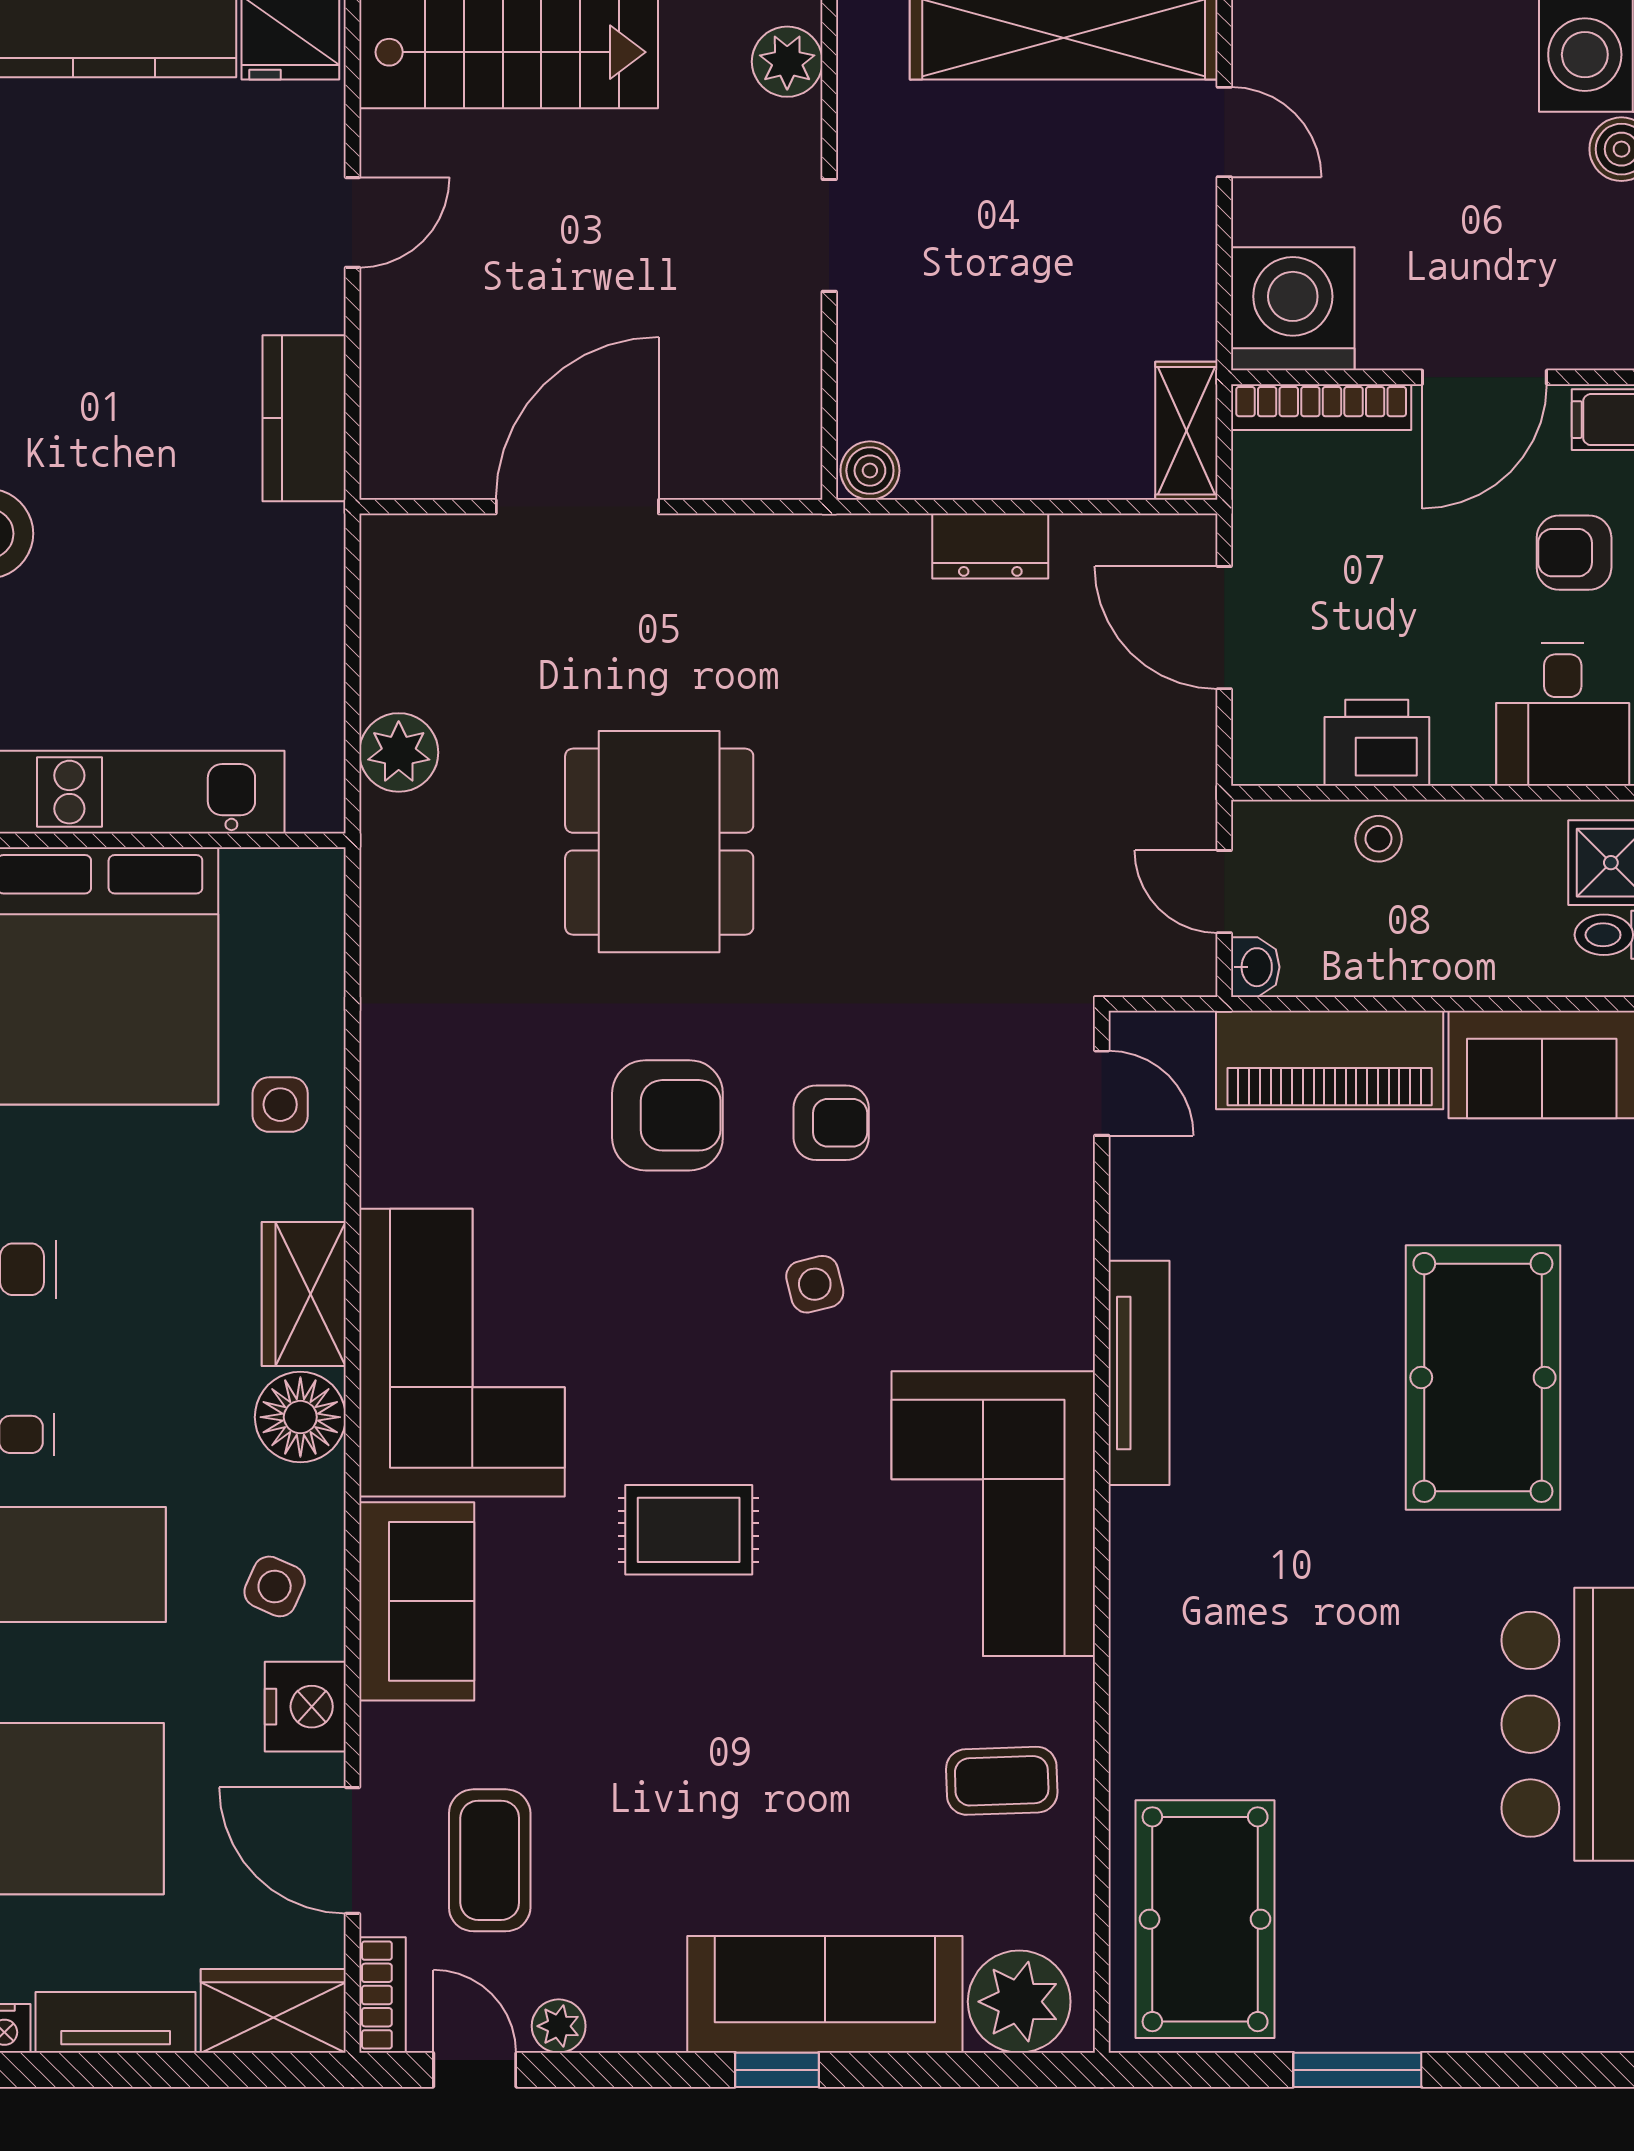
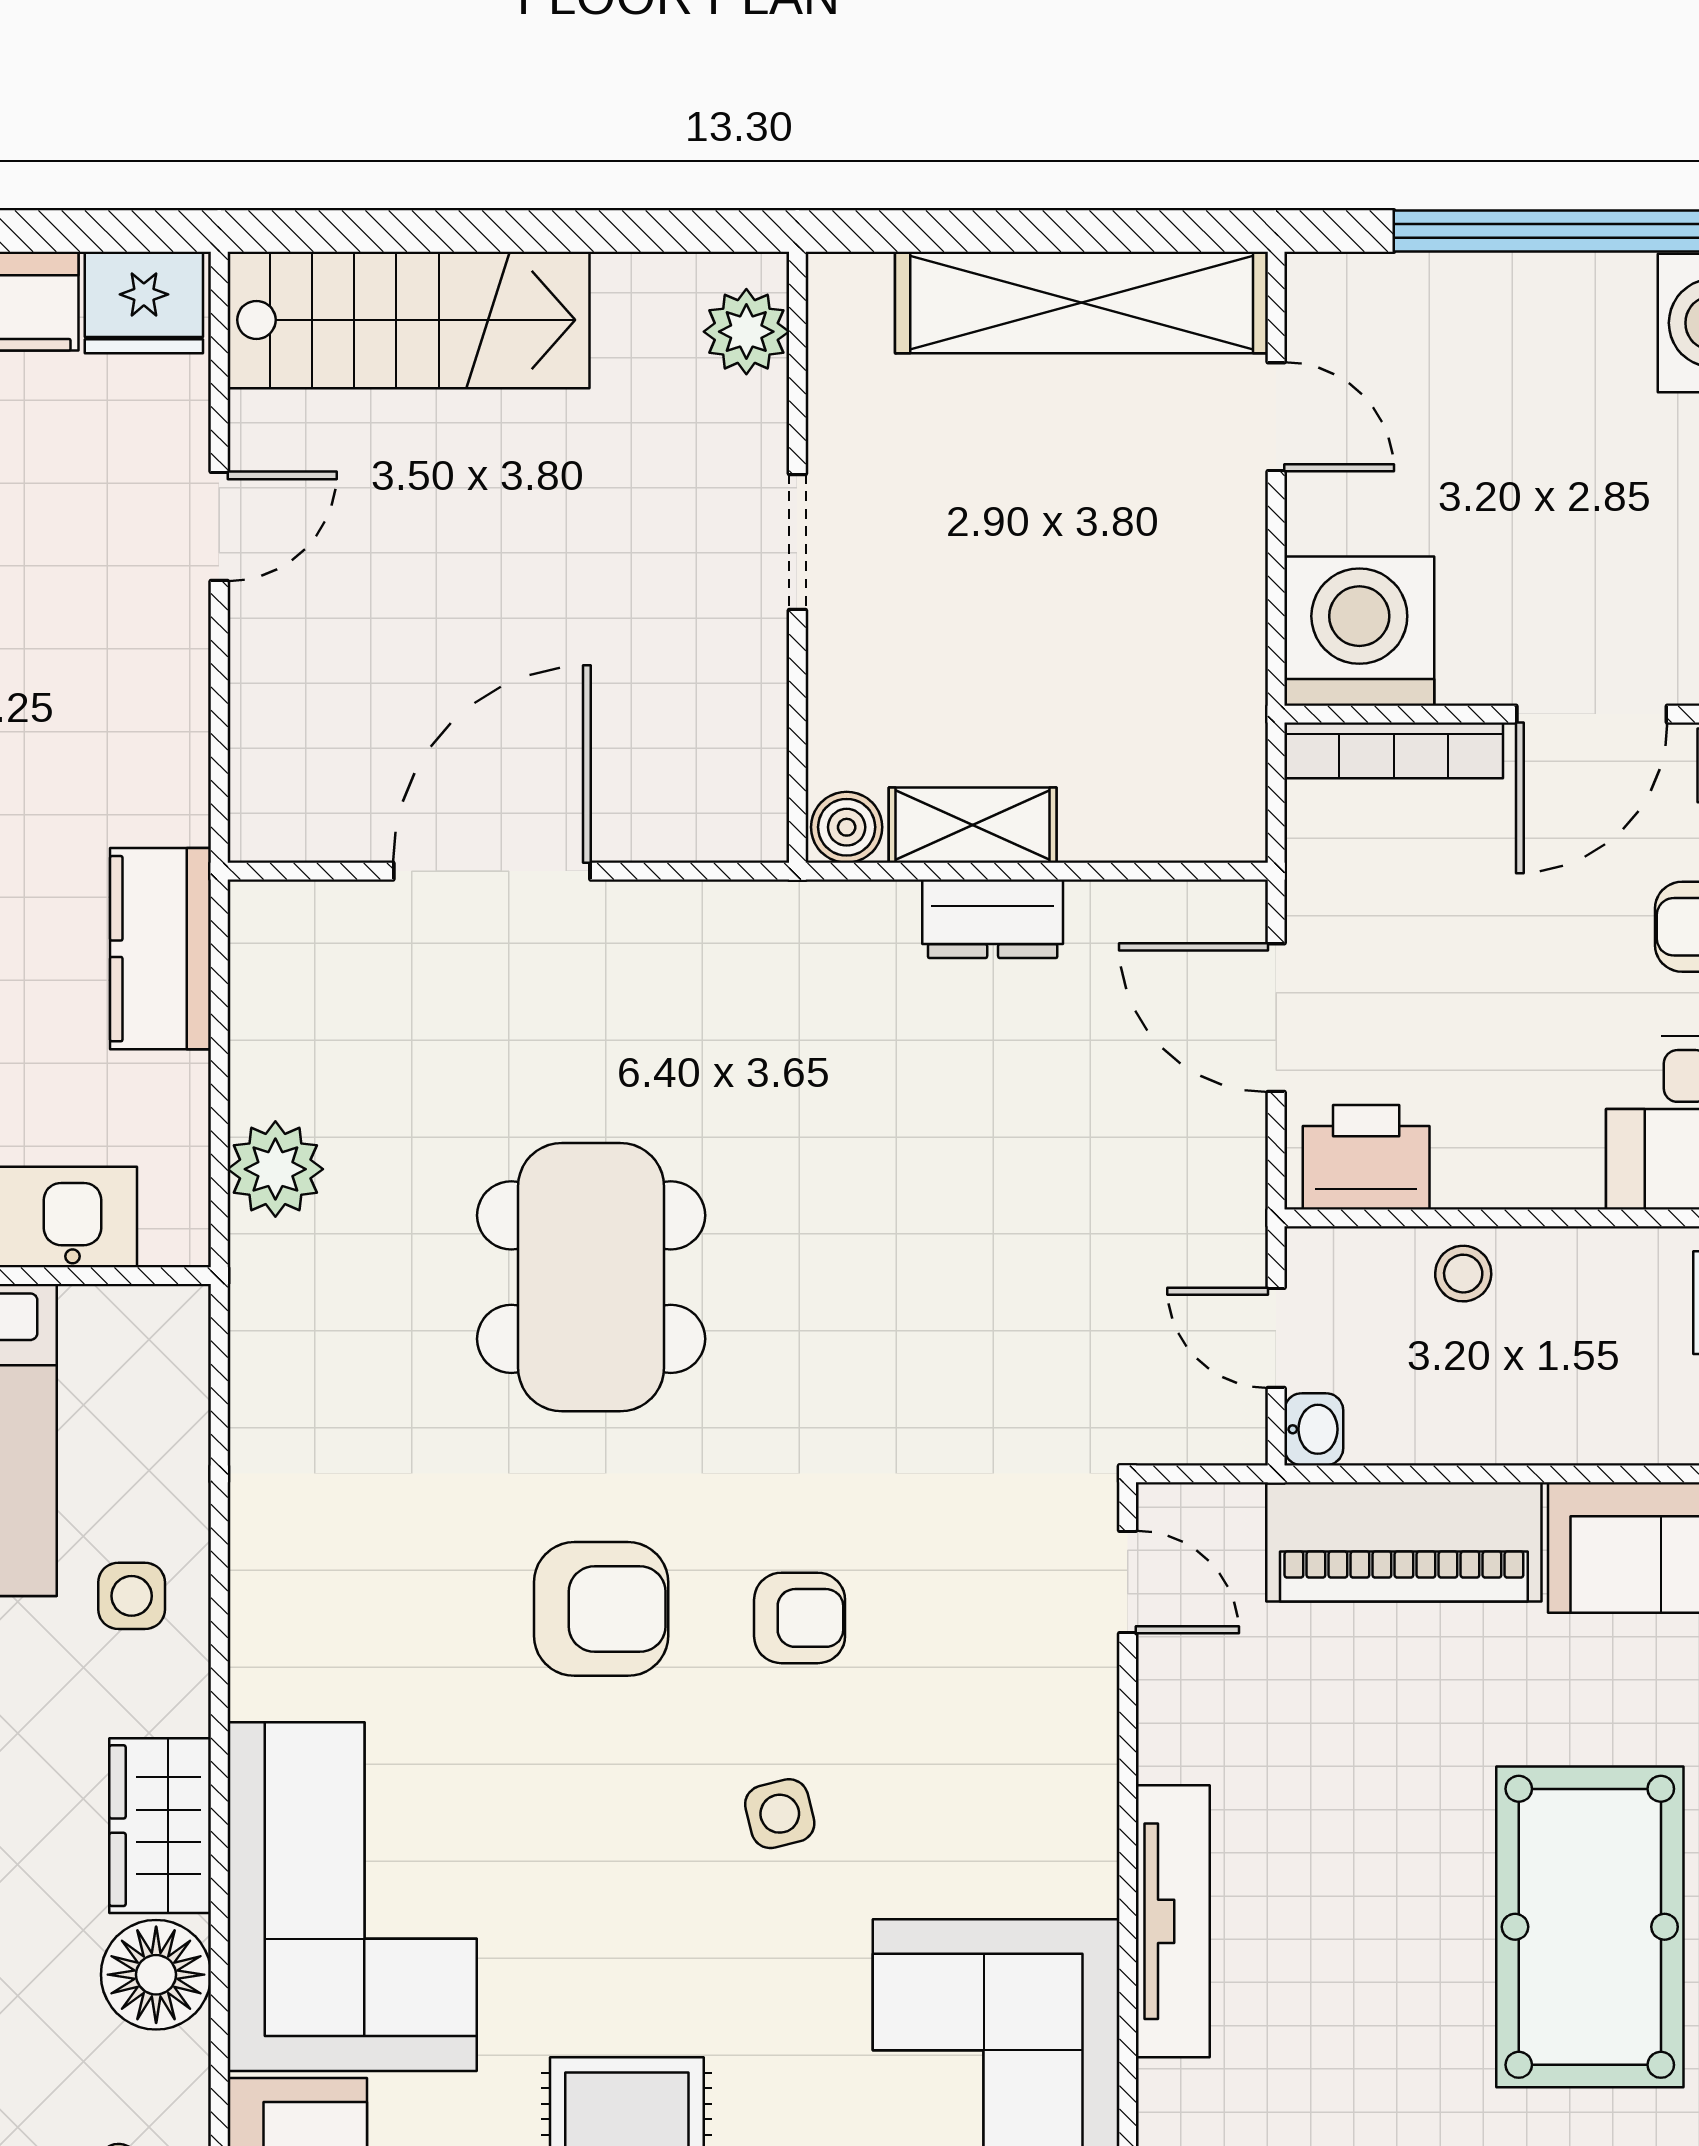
kitchen counter: (304, 418) -> (161, 949), moved
shelving: (1186, 431) -> (973, 825), moved, turned 90
printer: (1377, 743) -> (1366, 1157), moved

